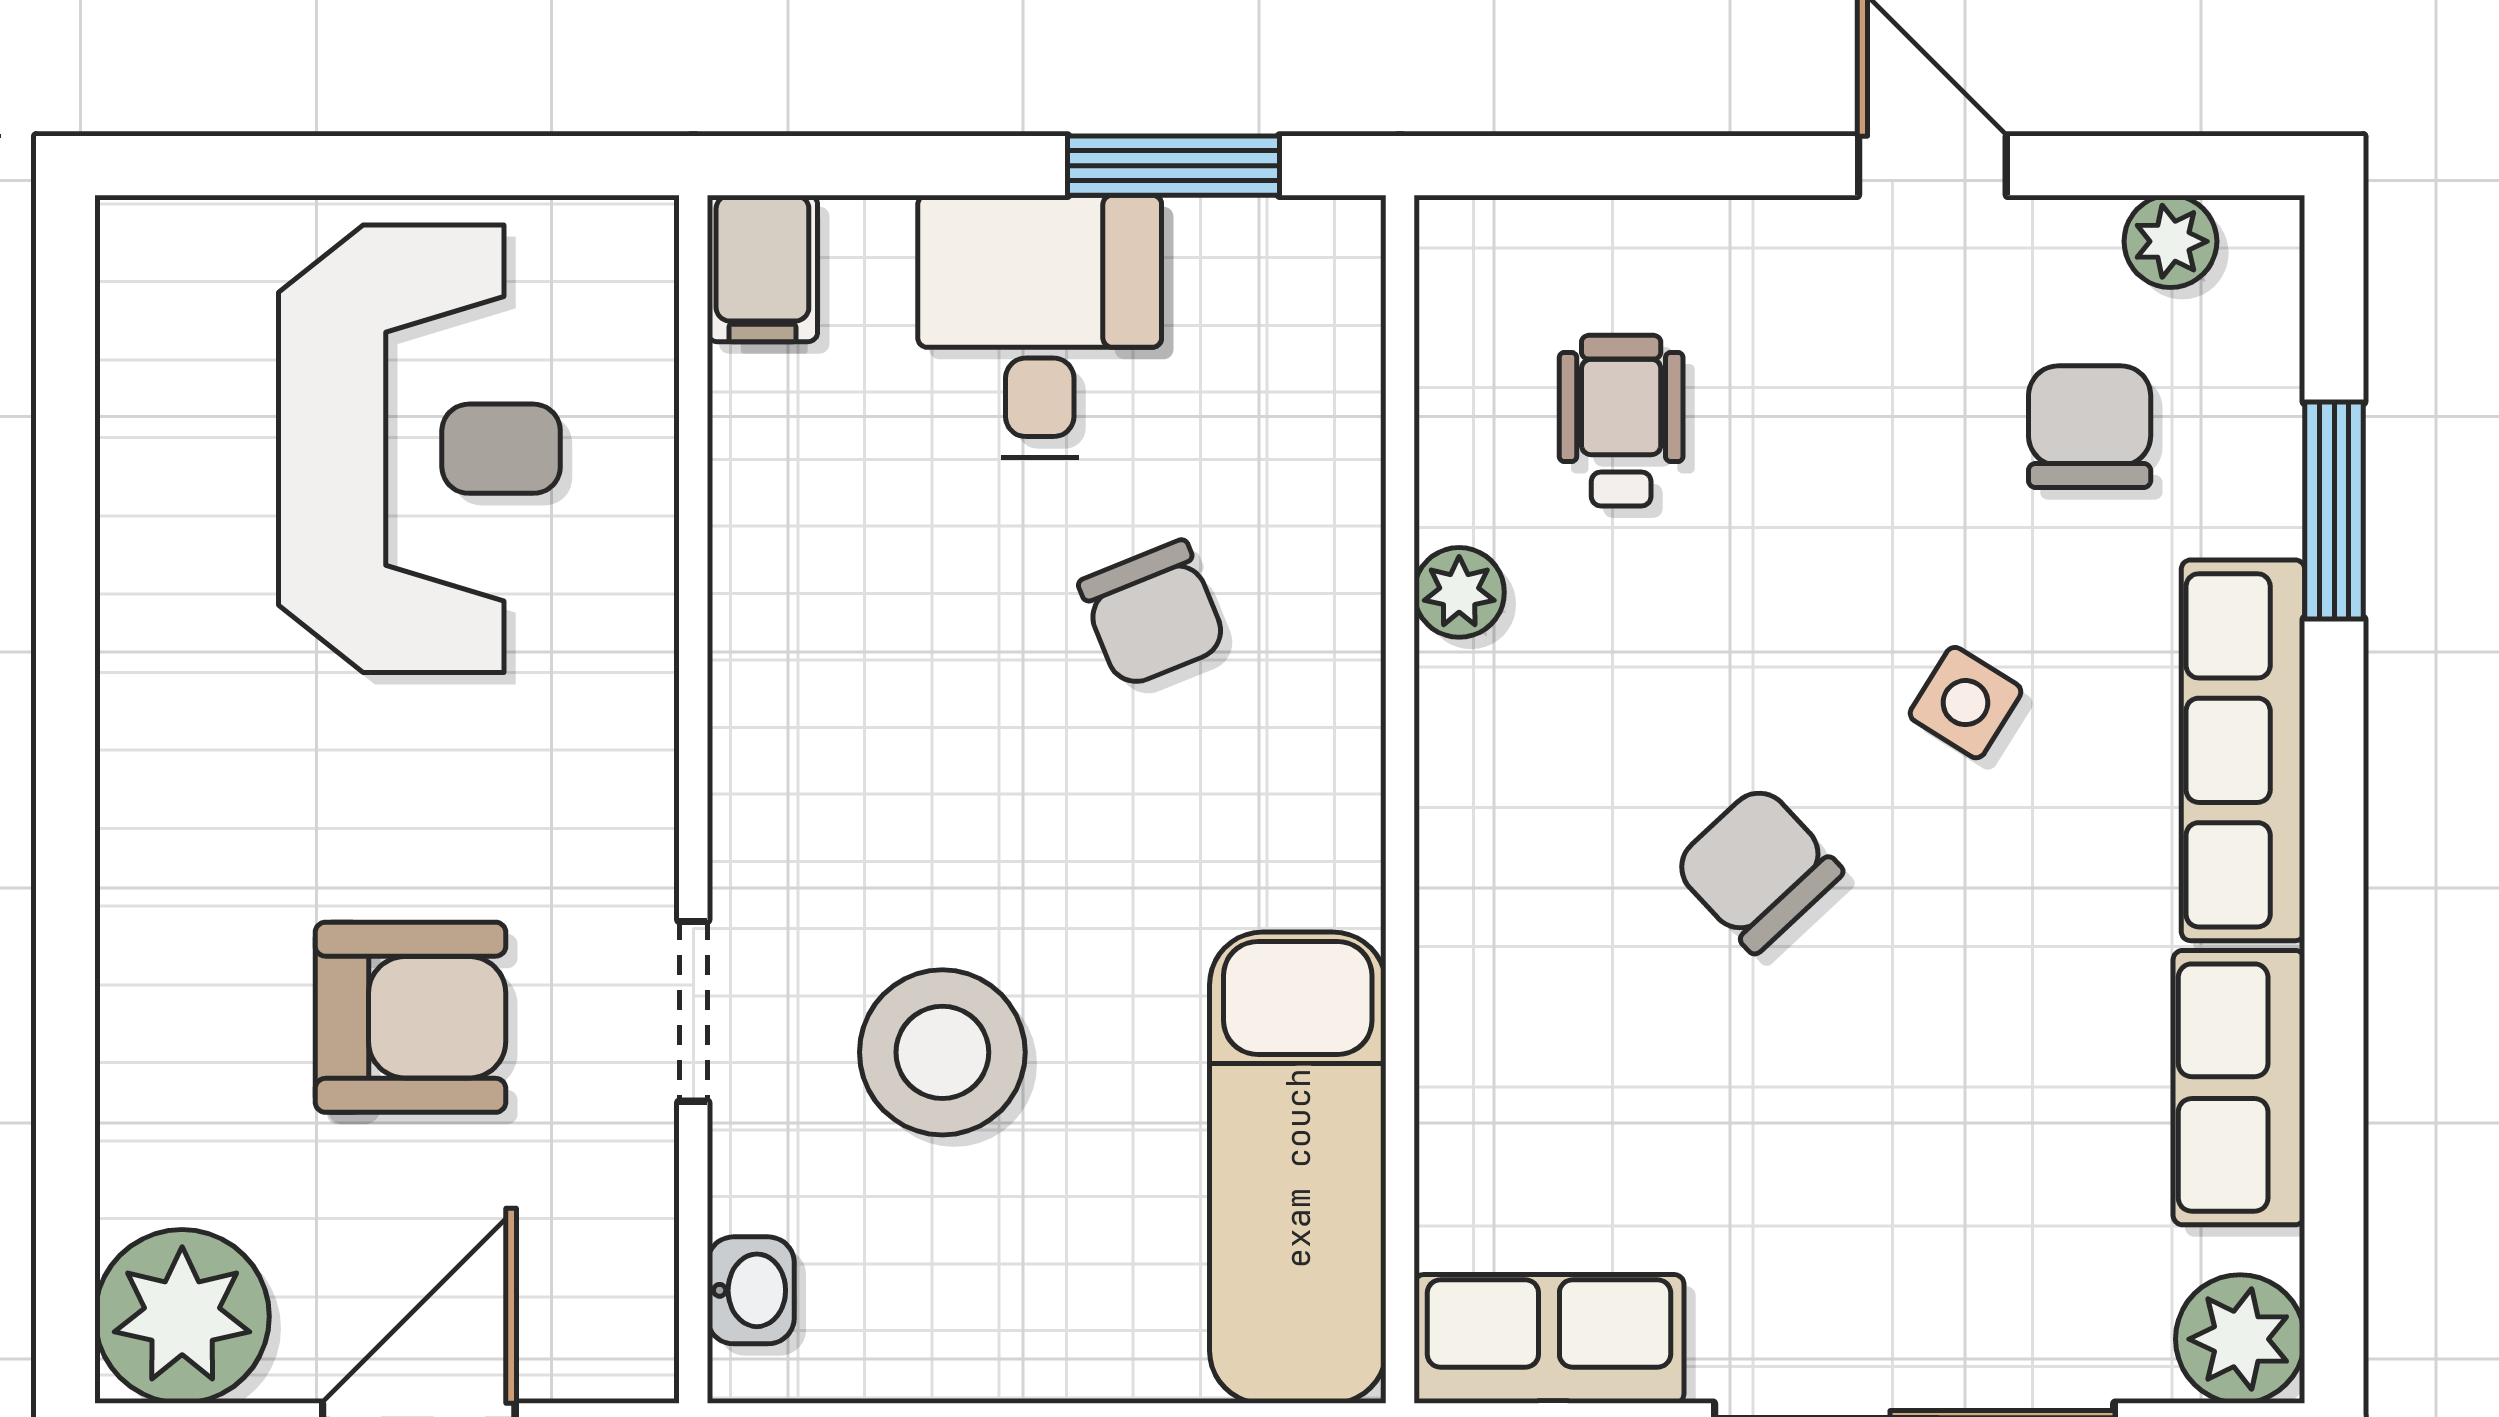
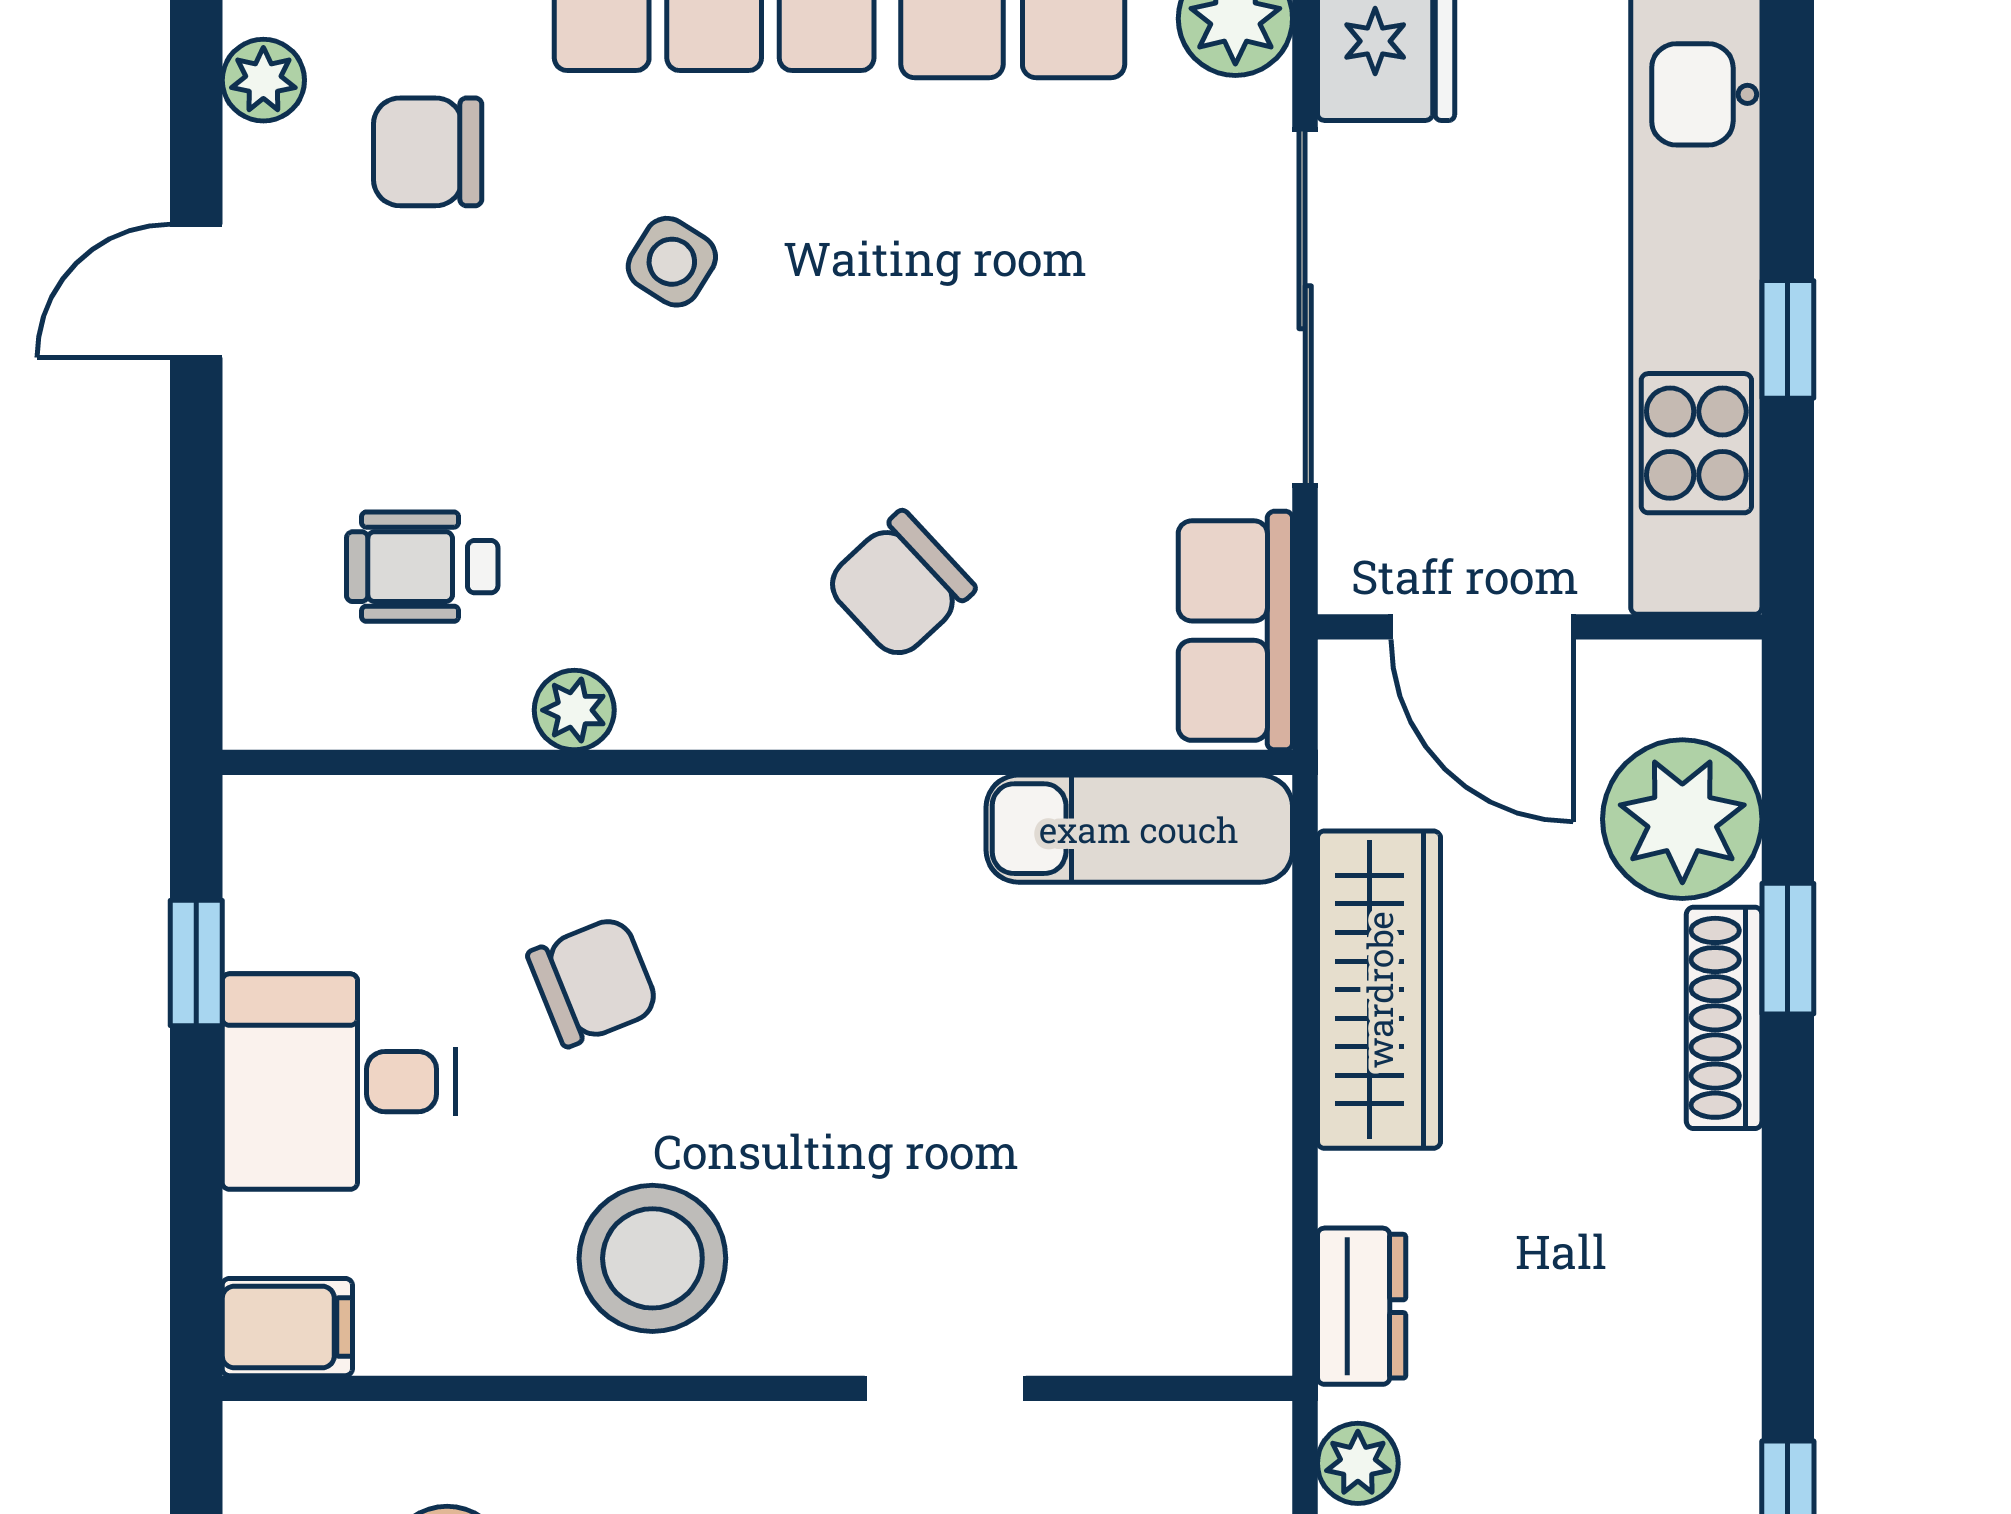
window: (1173, 166) -> (196, 963), width x0.67
chair: (1758, 869) -> (900, 586), moved
stool: (942, 1052) -> (652, 1258), moved
exam couch: (1298, 1168) -> (1139, 829), width x0.73, depth x0.69
washbasin: (751, 1290) -> (1192, 1337), removed

